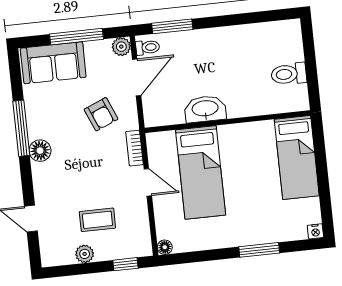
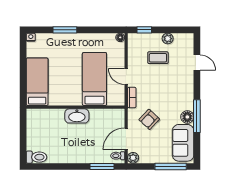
window: (76, 37) -> (171, 166), moved
sofa: (53, 63) -> (183, 143), moved, turned -90
toilet: (289, 74) -> (37, 157), moved
washbasin: (205, 109) -> (77, 116), moved
armchair: (101, 114) -> (149, 119), turned -114
floor lamp: (40, 151) -> (187, 117), moved

